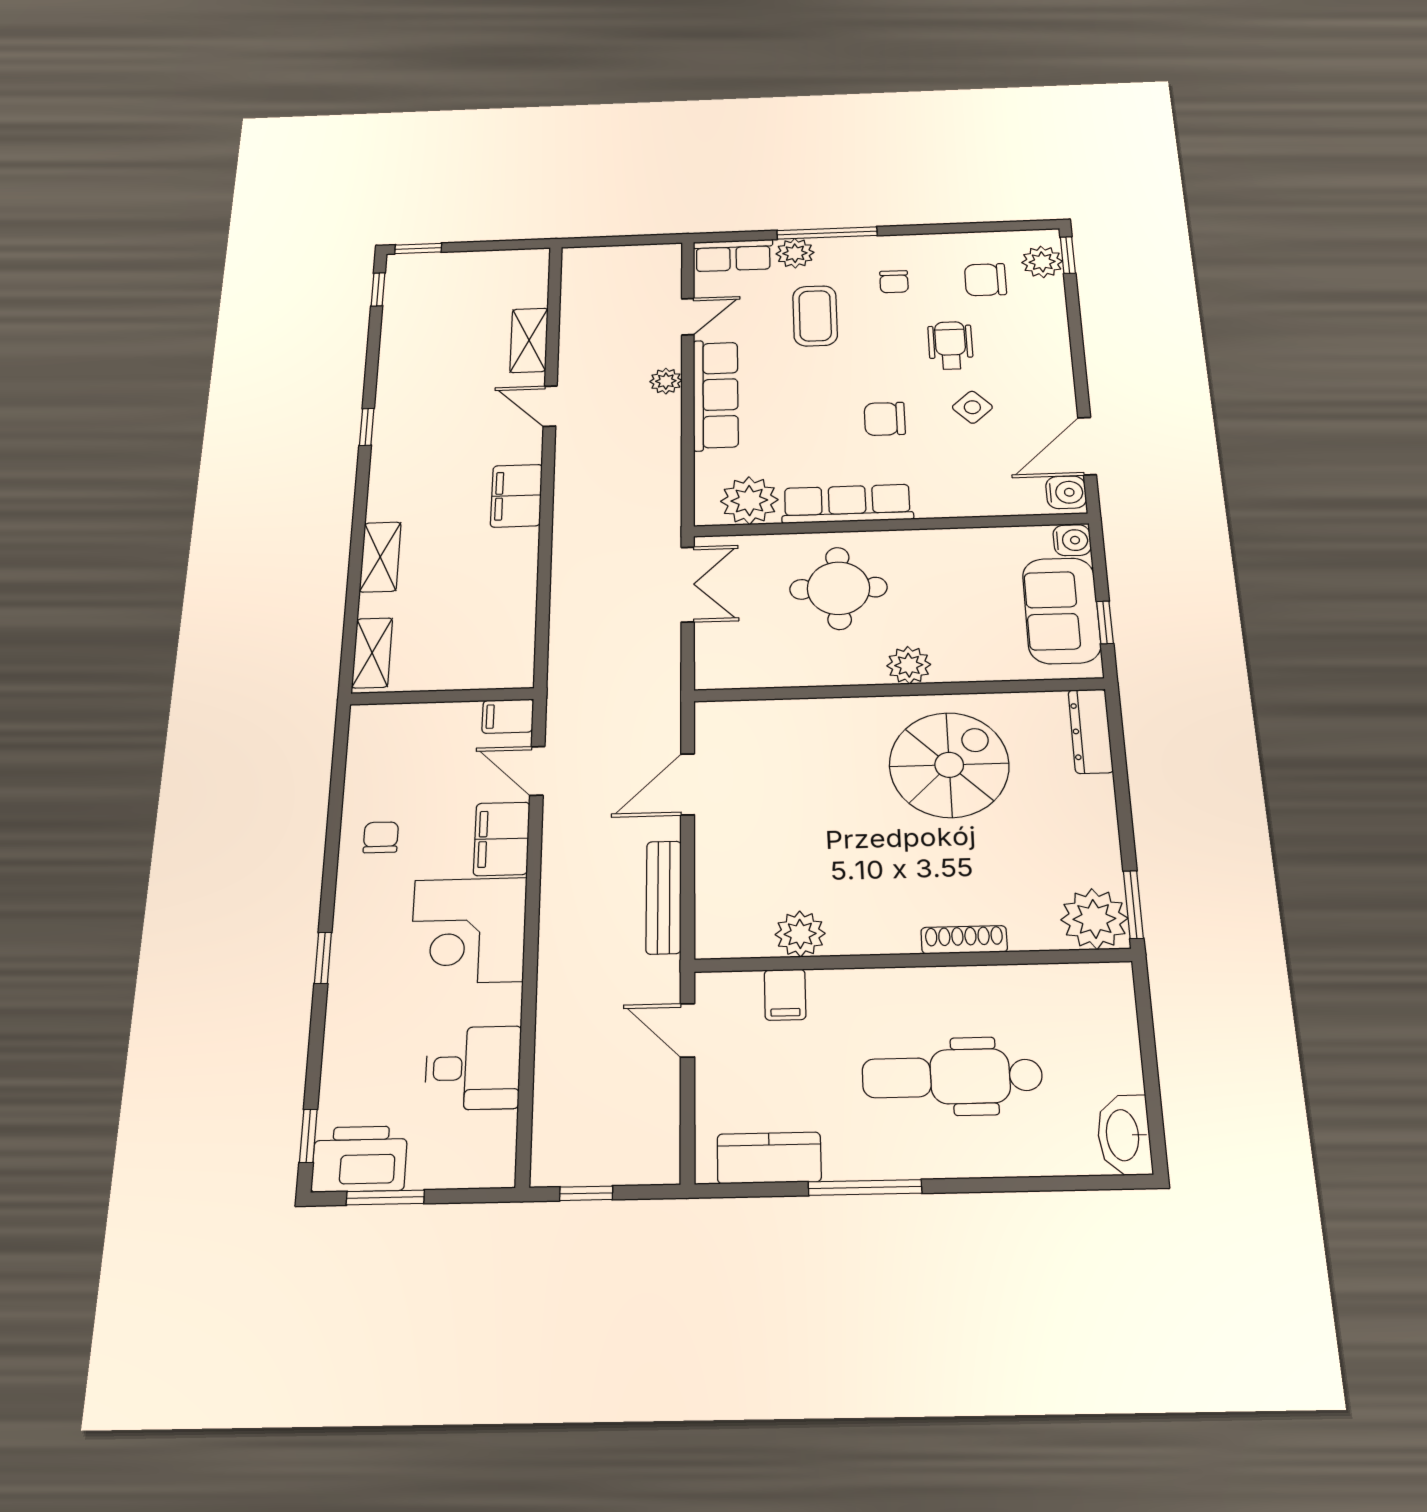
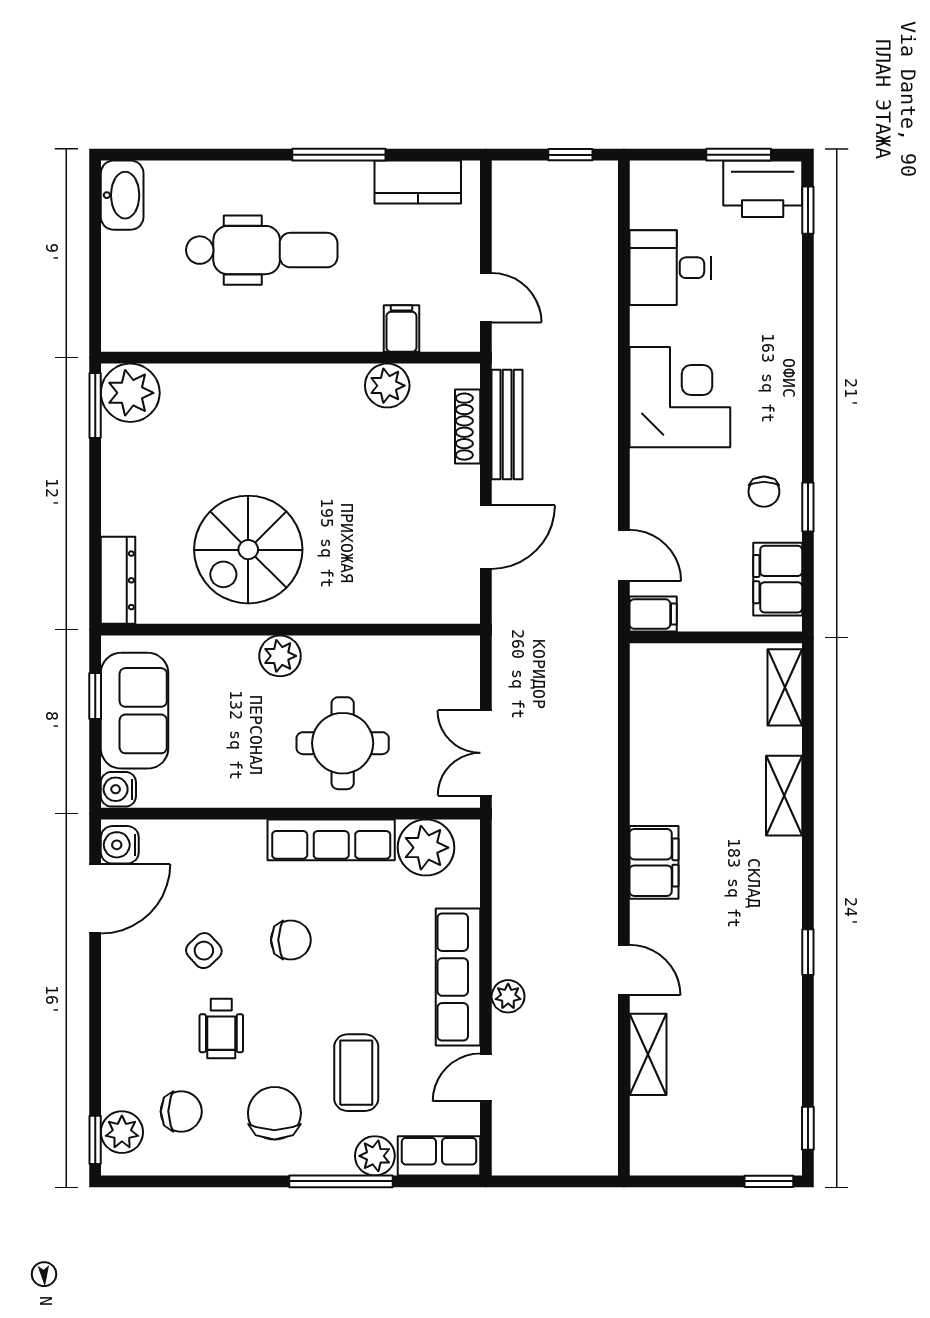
chair: (894, 282) -> (274, 1113), width x1.87, depth x1.87
filing cabinet: (502, 839) -> (778, 579), moved, turned 180
shoe rack: (964, 940) -> (468, 427), moved, turned 90
window: (323, 958) -> (808, 507), moved

